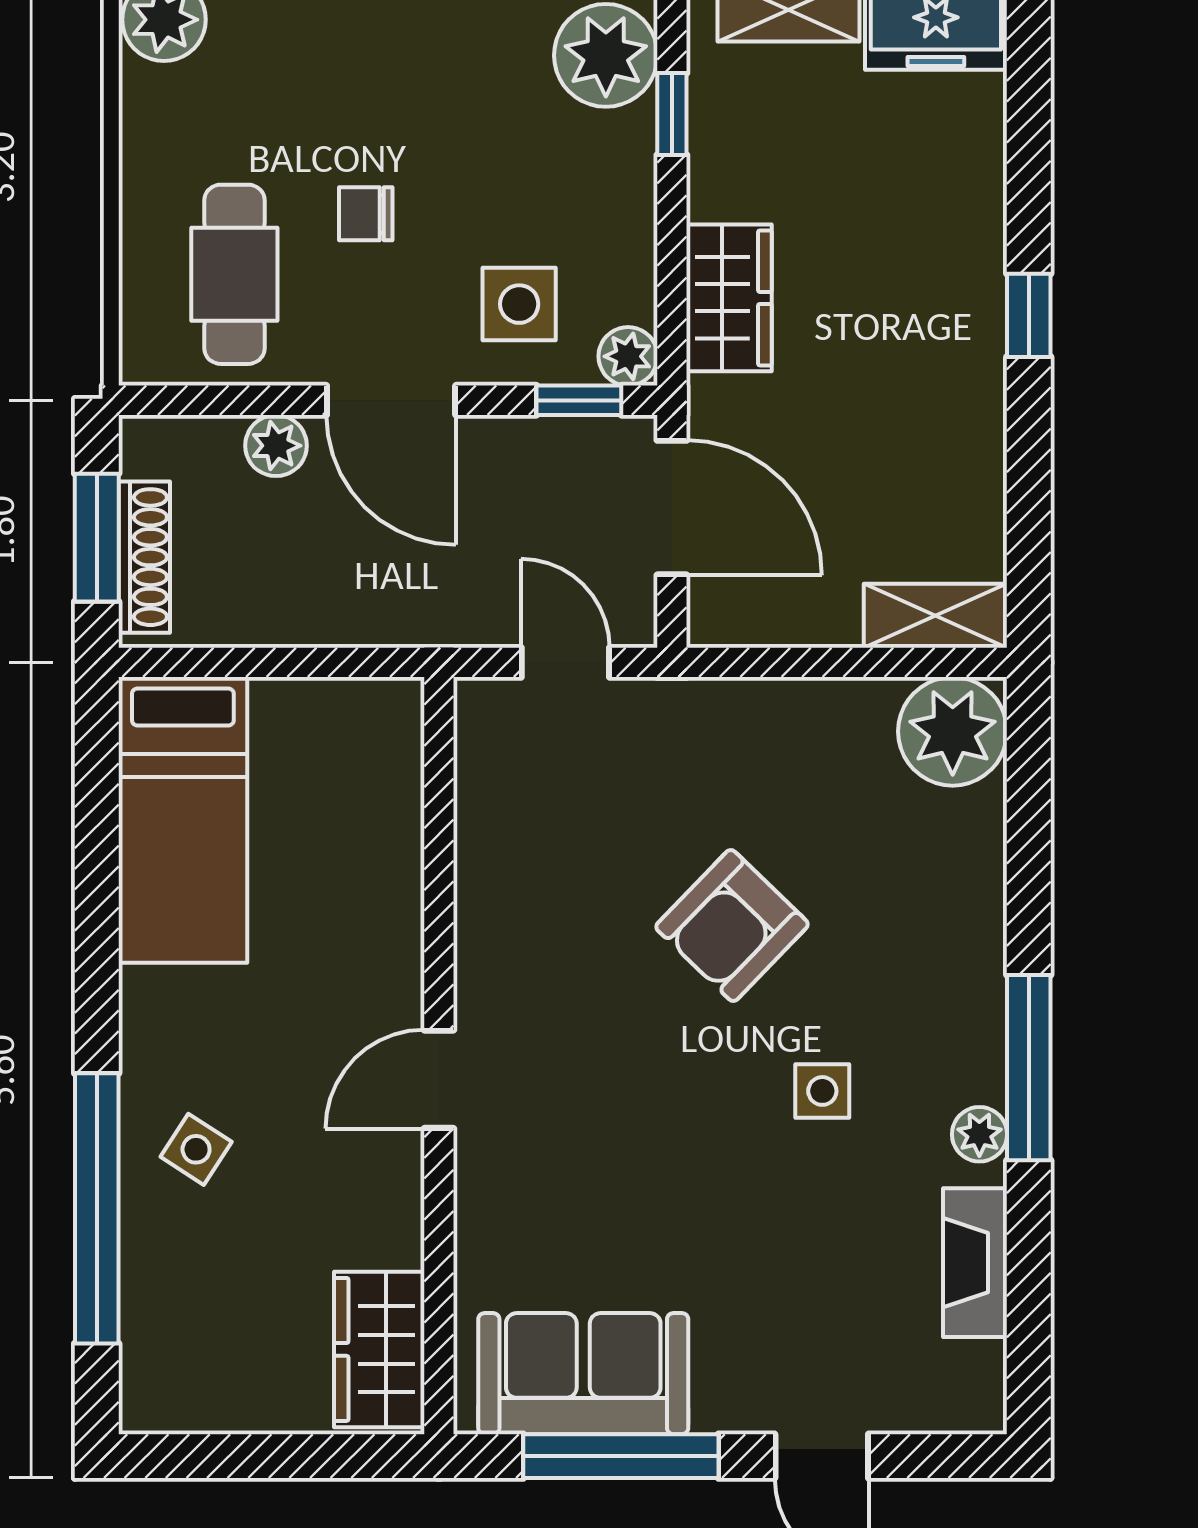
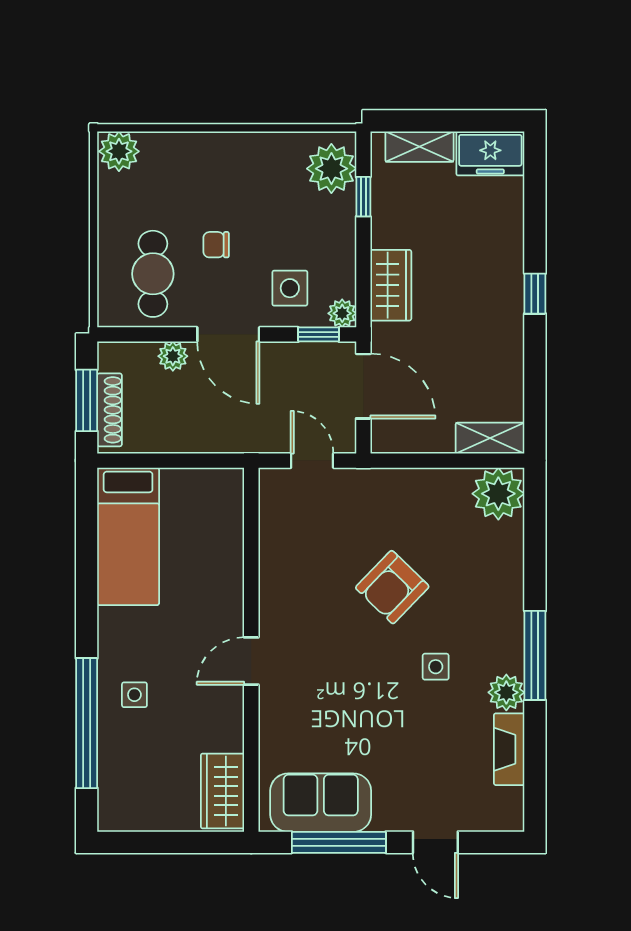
plant: (979, 1134) -> (506, 692), width x1.38, depth x1.38
side table: (196, 1149) -> (134, 695), turned -33

